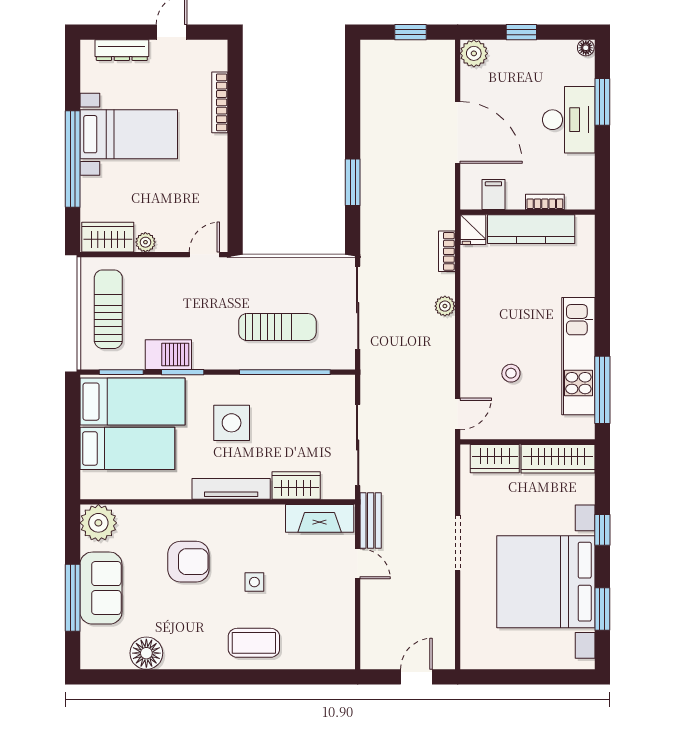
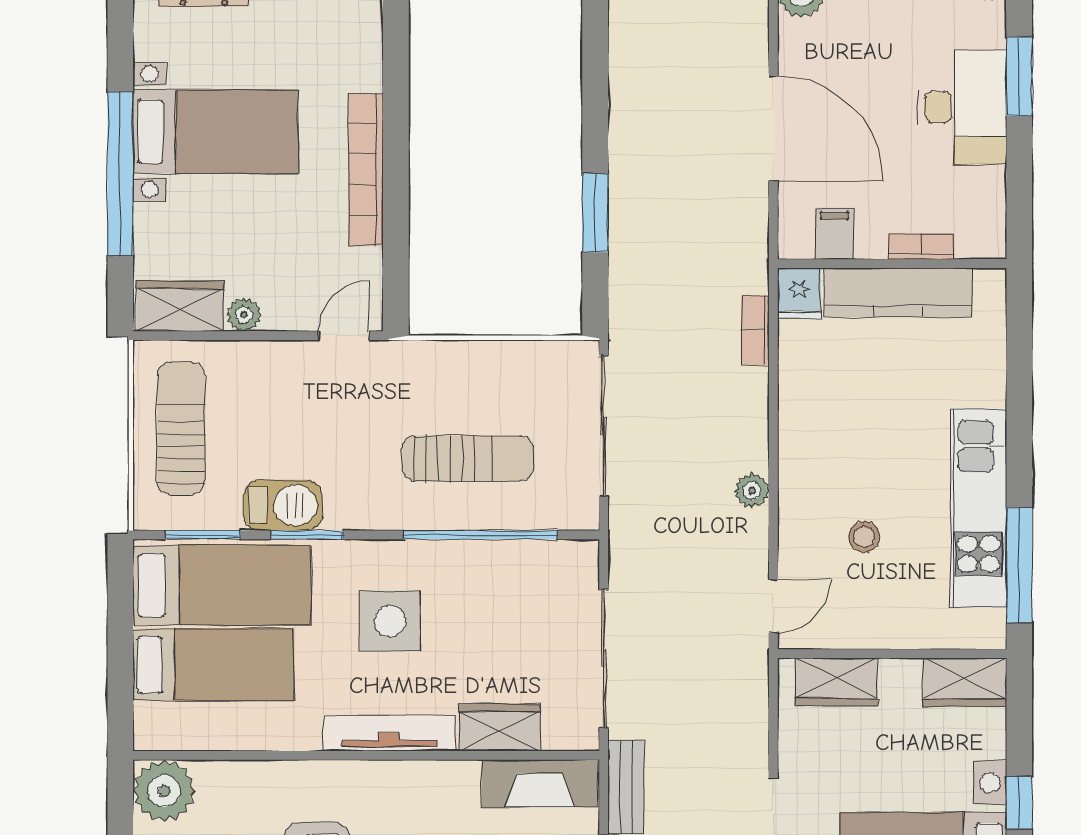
bookcase: (220, 102) -> (366, 170), moved, width x1.48, depth x1.31
plant: (445, 306) -> (752, 491), moved
wardrobe: (558, 459) -> (965, 682), width x0.67

